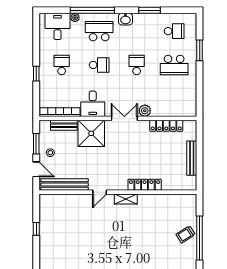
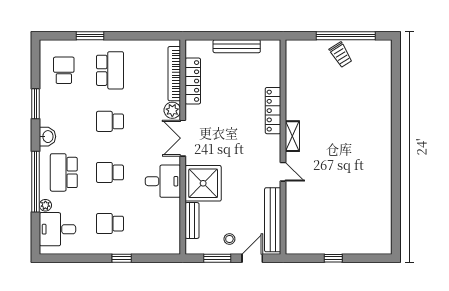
school desk: (99, 65) -> (110, 172), turned -90
bookcase: (60, 112) -> (174, 74), moved

